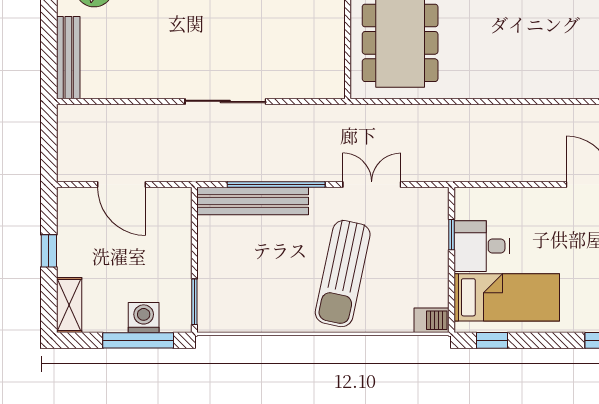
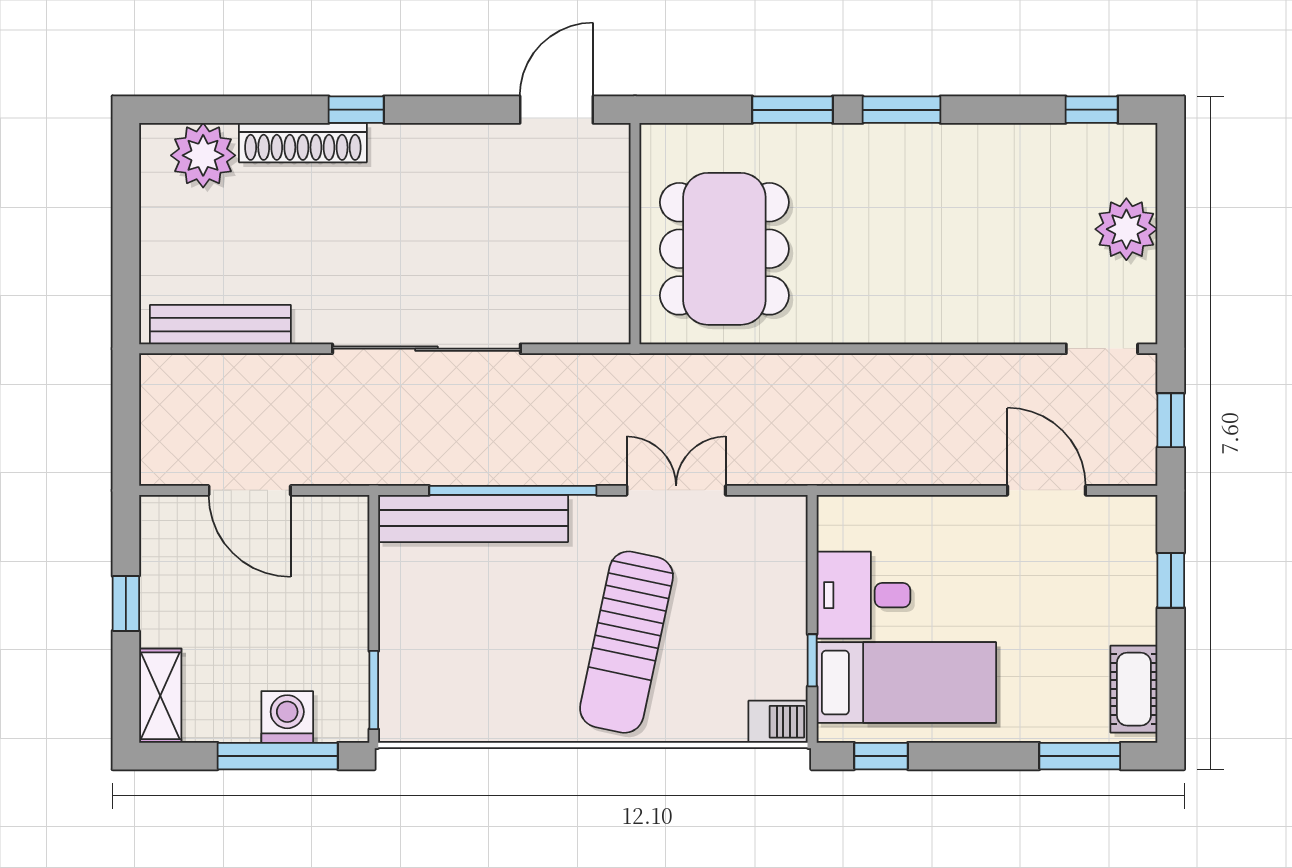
bench: (68, 58) -> (220, 325), moved, turned 90
sliding door: (225, 101) -> (426, 349), width x1.36
window: (452, 235) -> (812, 660), moved

